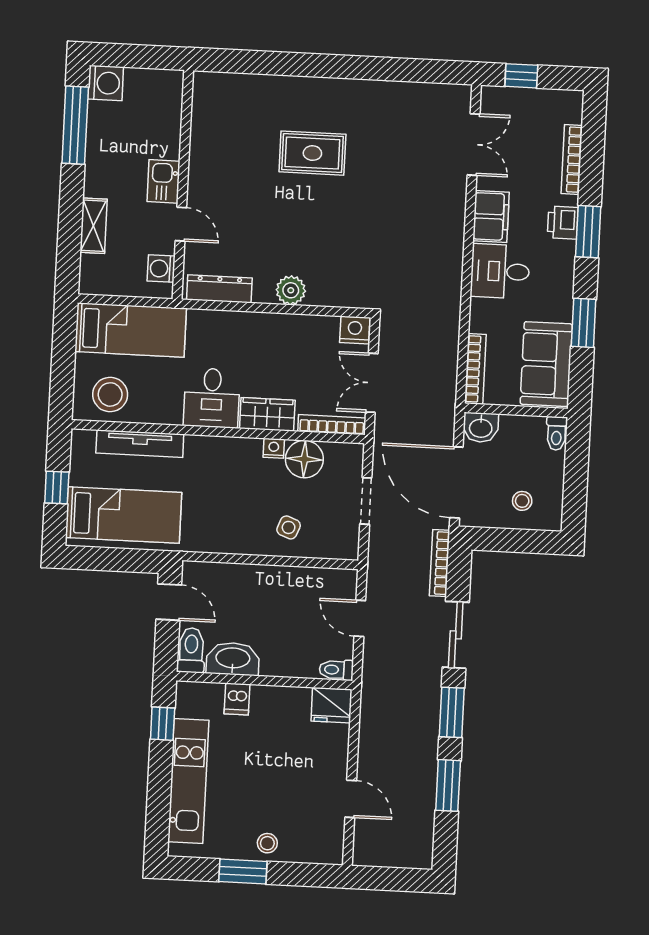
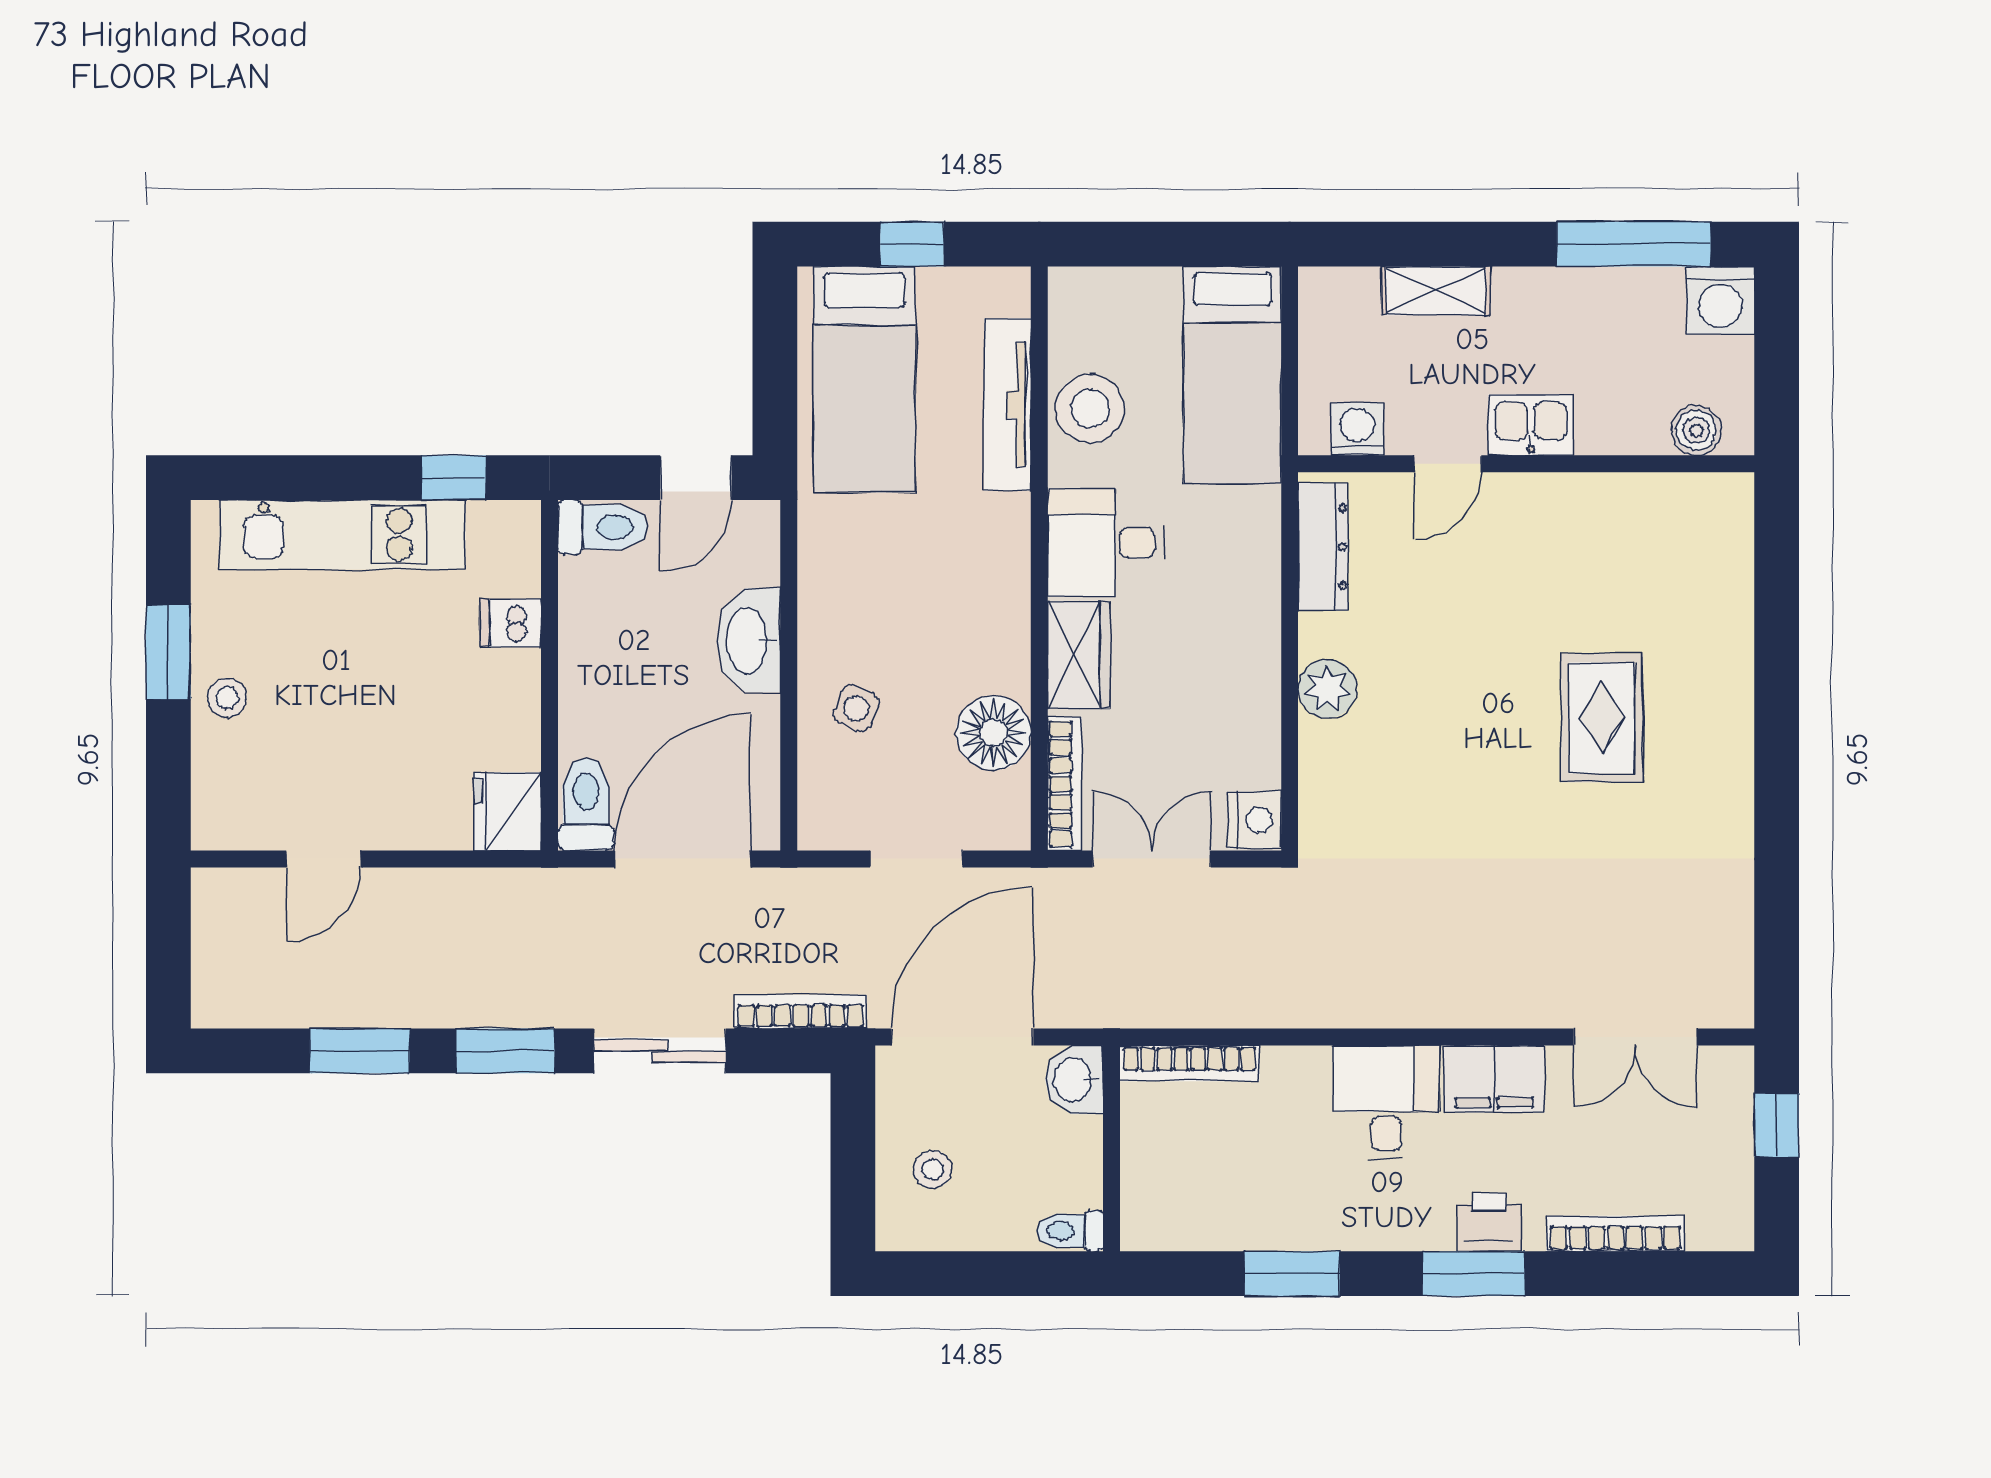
boiler: (170, 98) -> (1696, 430), added
sofa: (546, 364) -> (1207, 1204), removed
stool: (110, 394) -> (1090, 409), moved
nightstand: (274, 448) -> (1012, 671), removed
door: (360, 618) -> (683, 859), width x1.87
washbasin: (233, 659) -> (749, 640), moved, turned 180
toilet: (336, 670) -> (586, 804), width x1.37, depth x1.39

